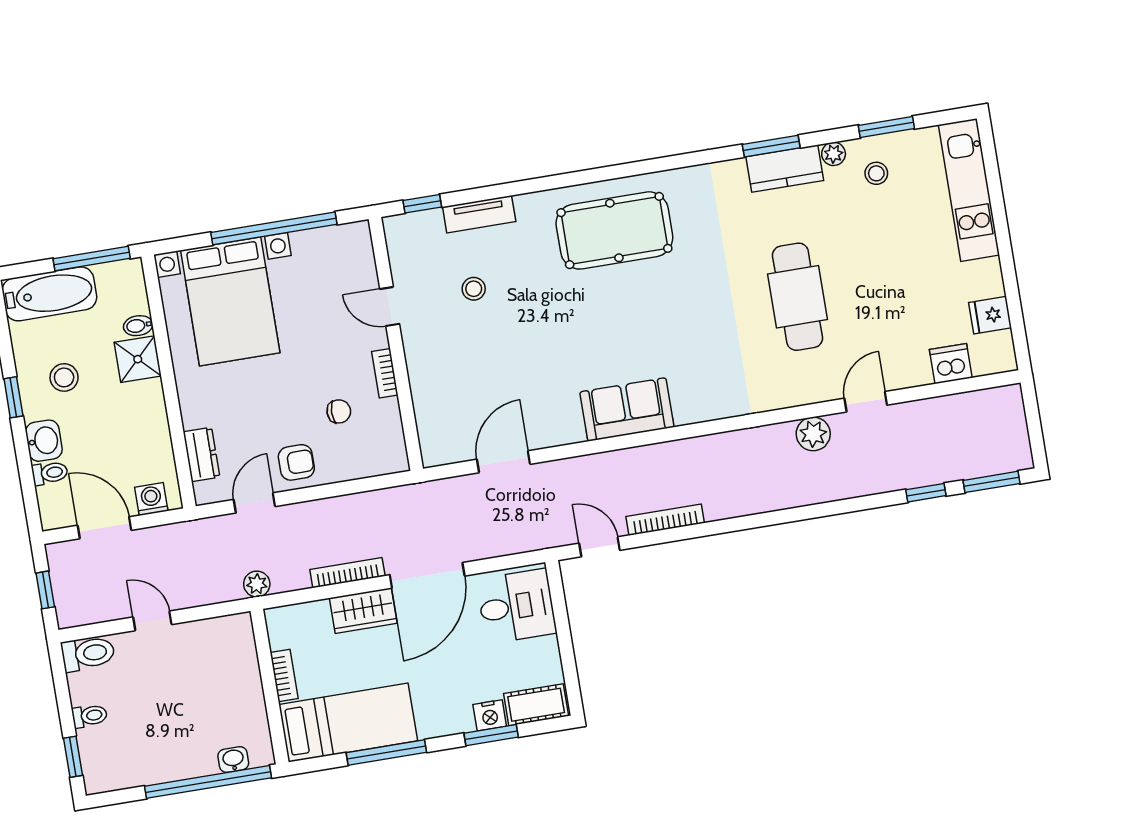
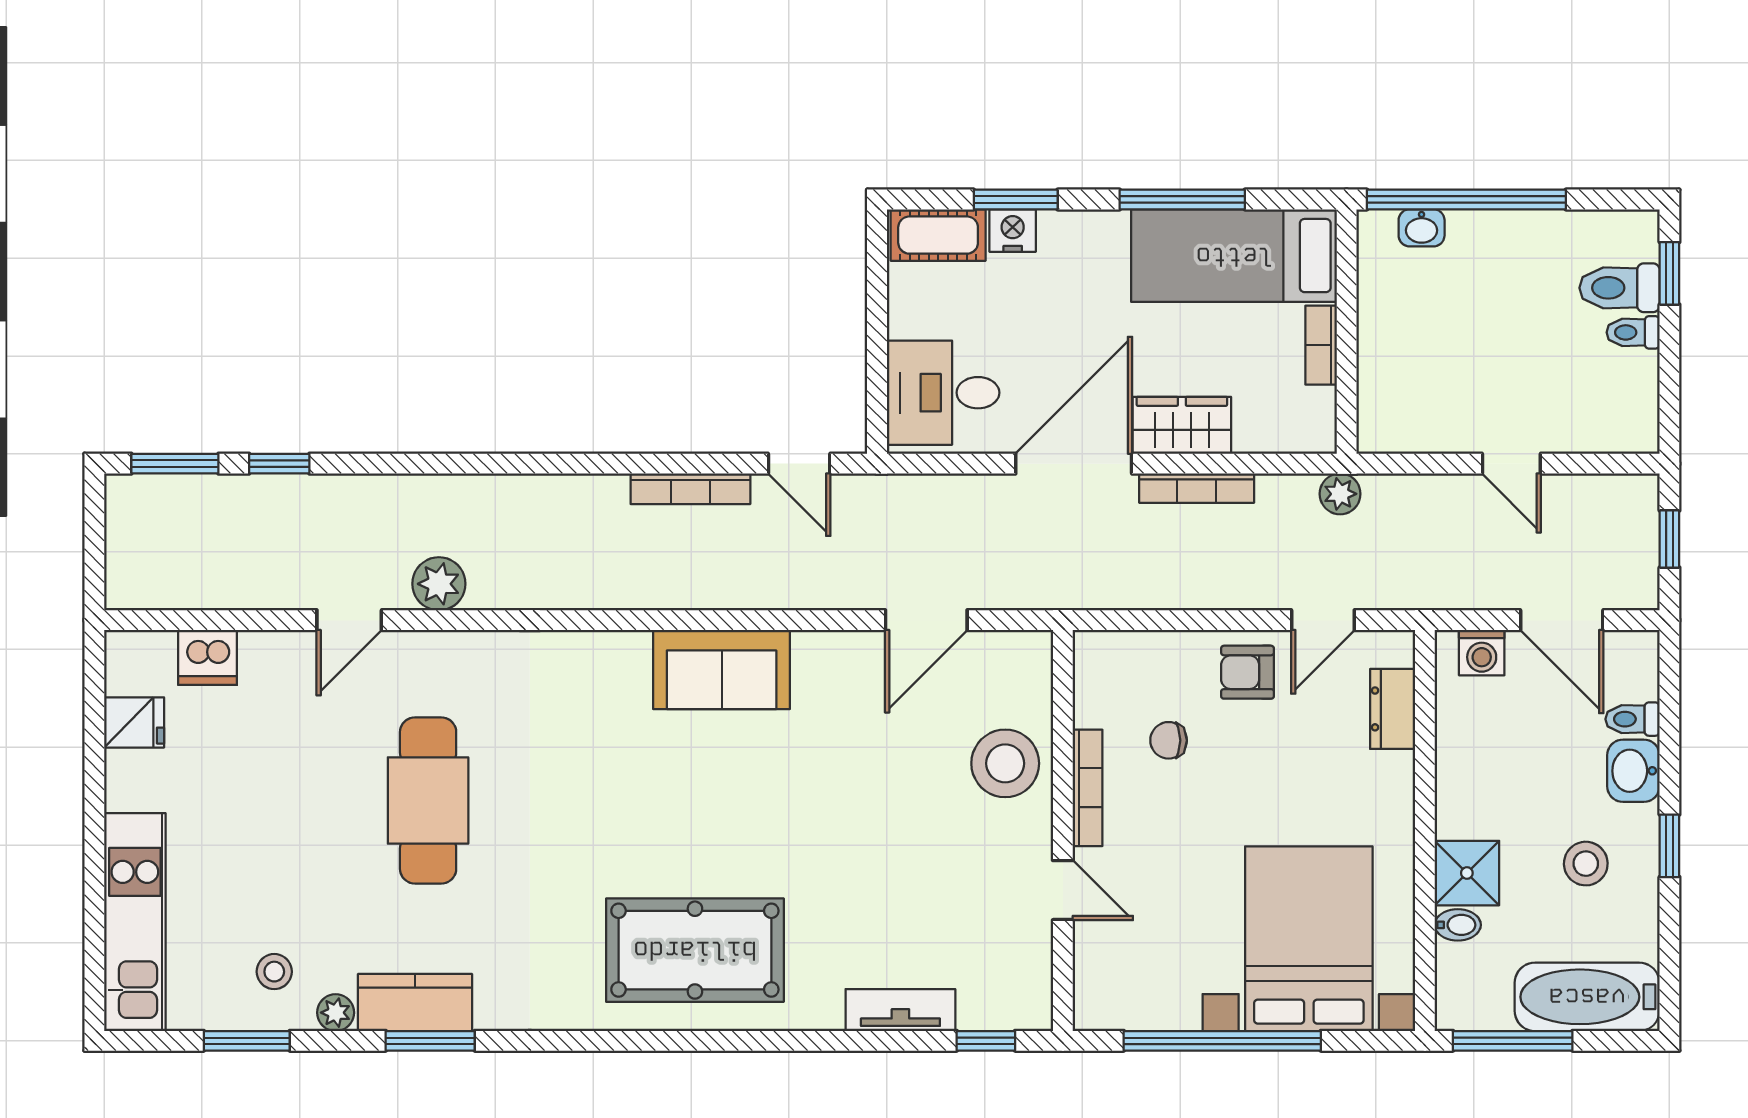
stool: (474, 289) -> (1005, 763), moved, width x1.89, depth x1.89
bookcase: (385, 373) -> (1088, 788), width x1.56
toilet: (88, 654) -> (1619, 288), moved

